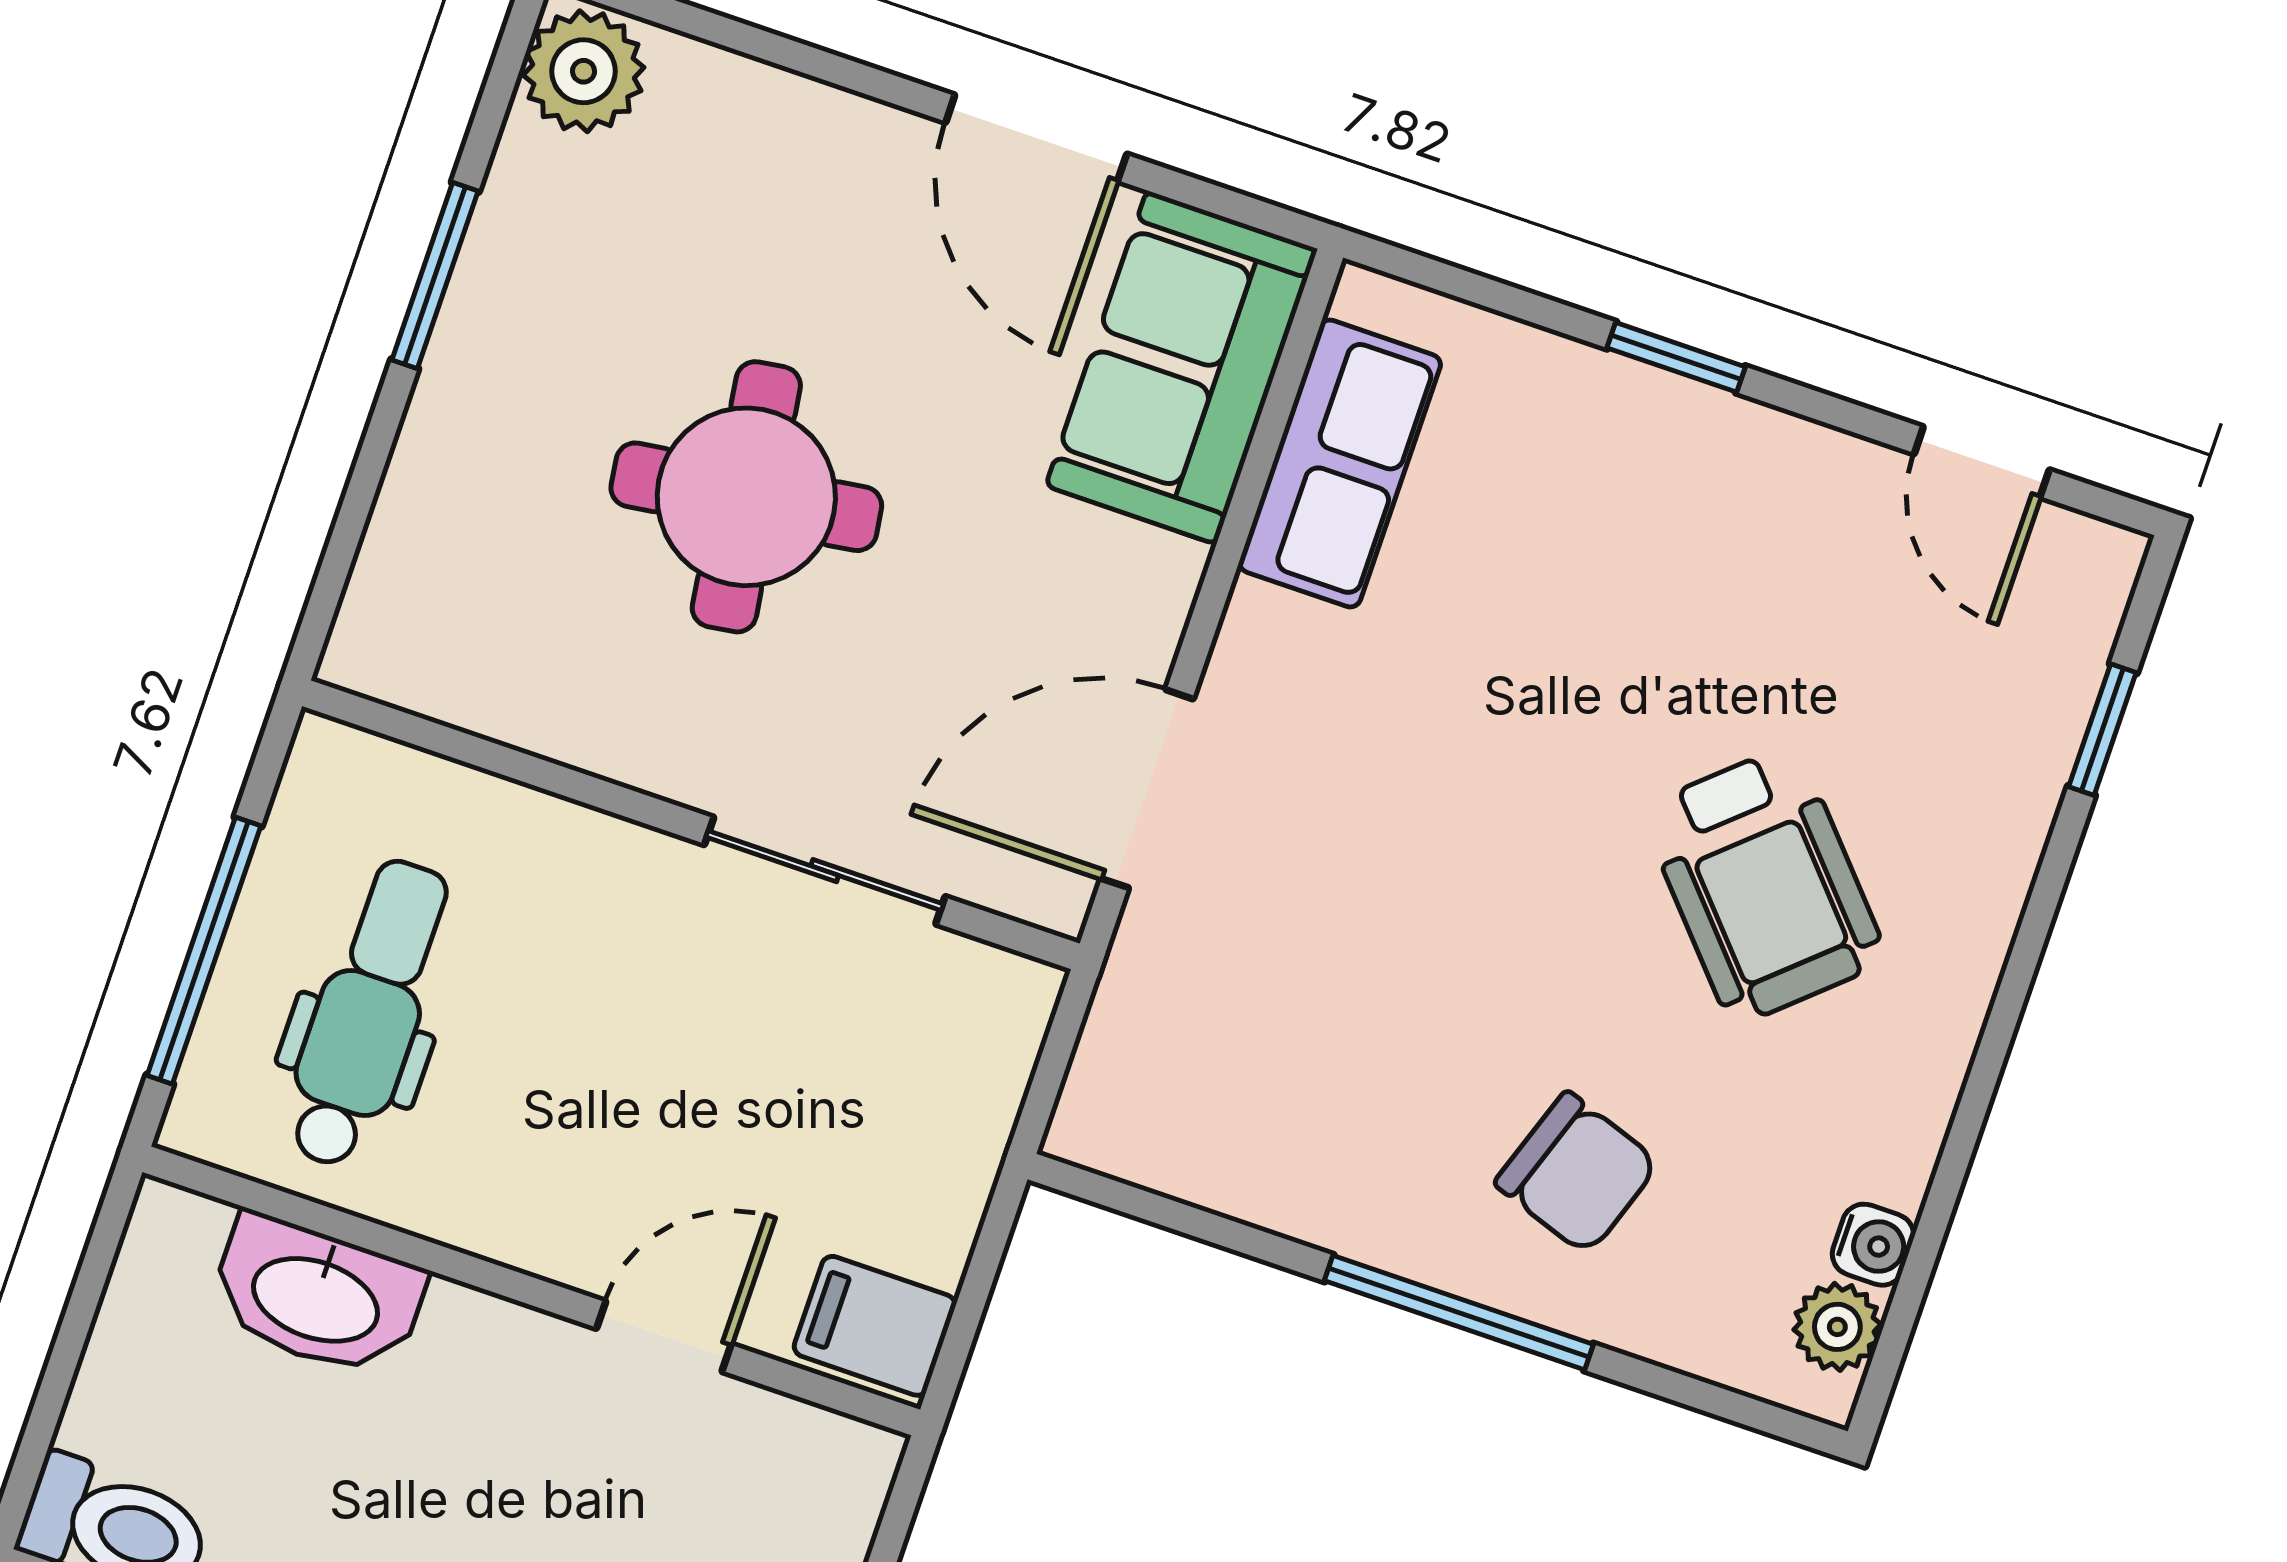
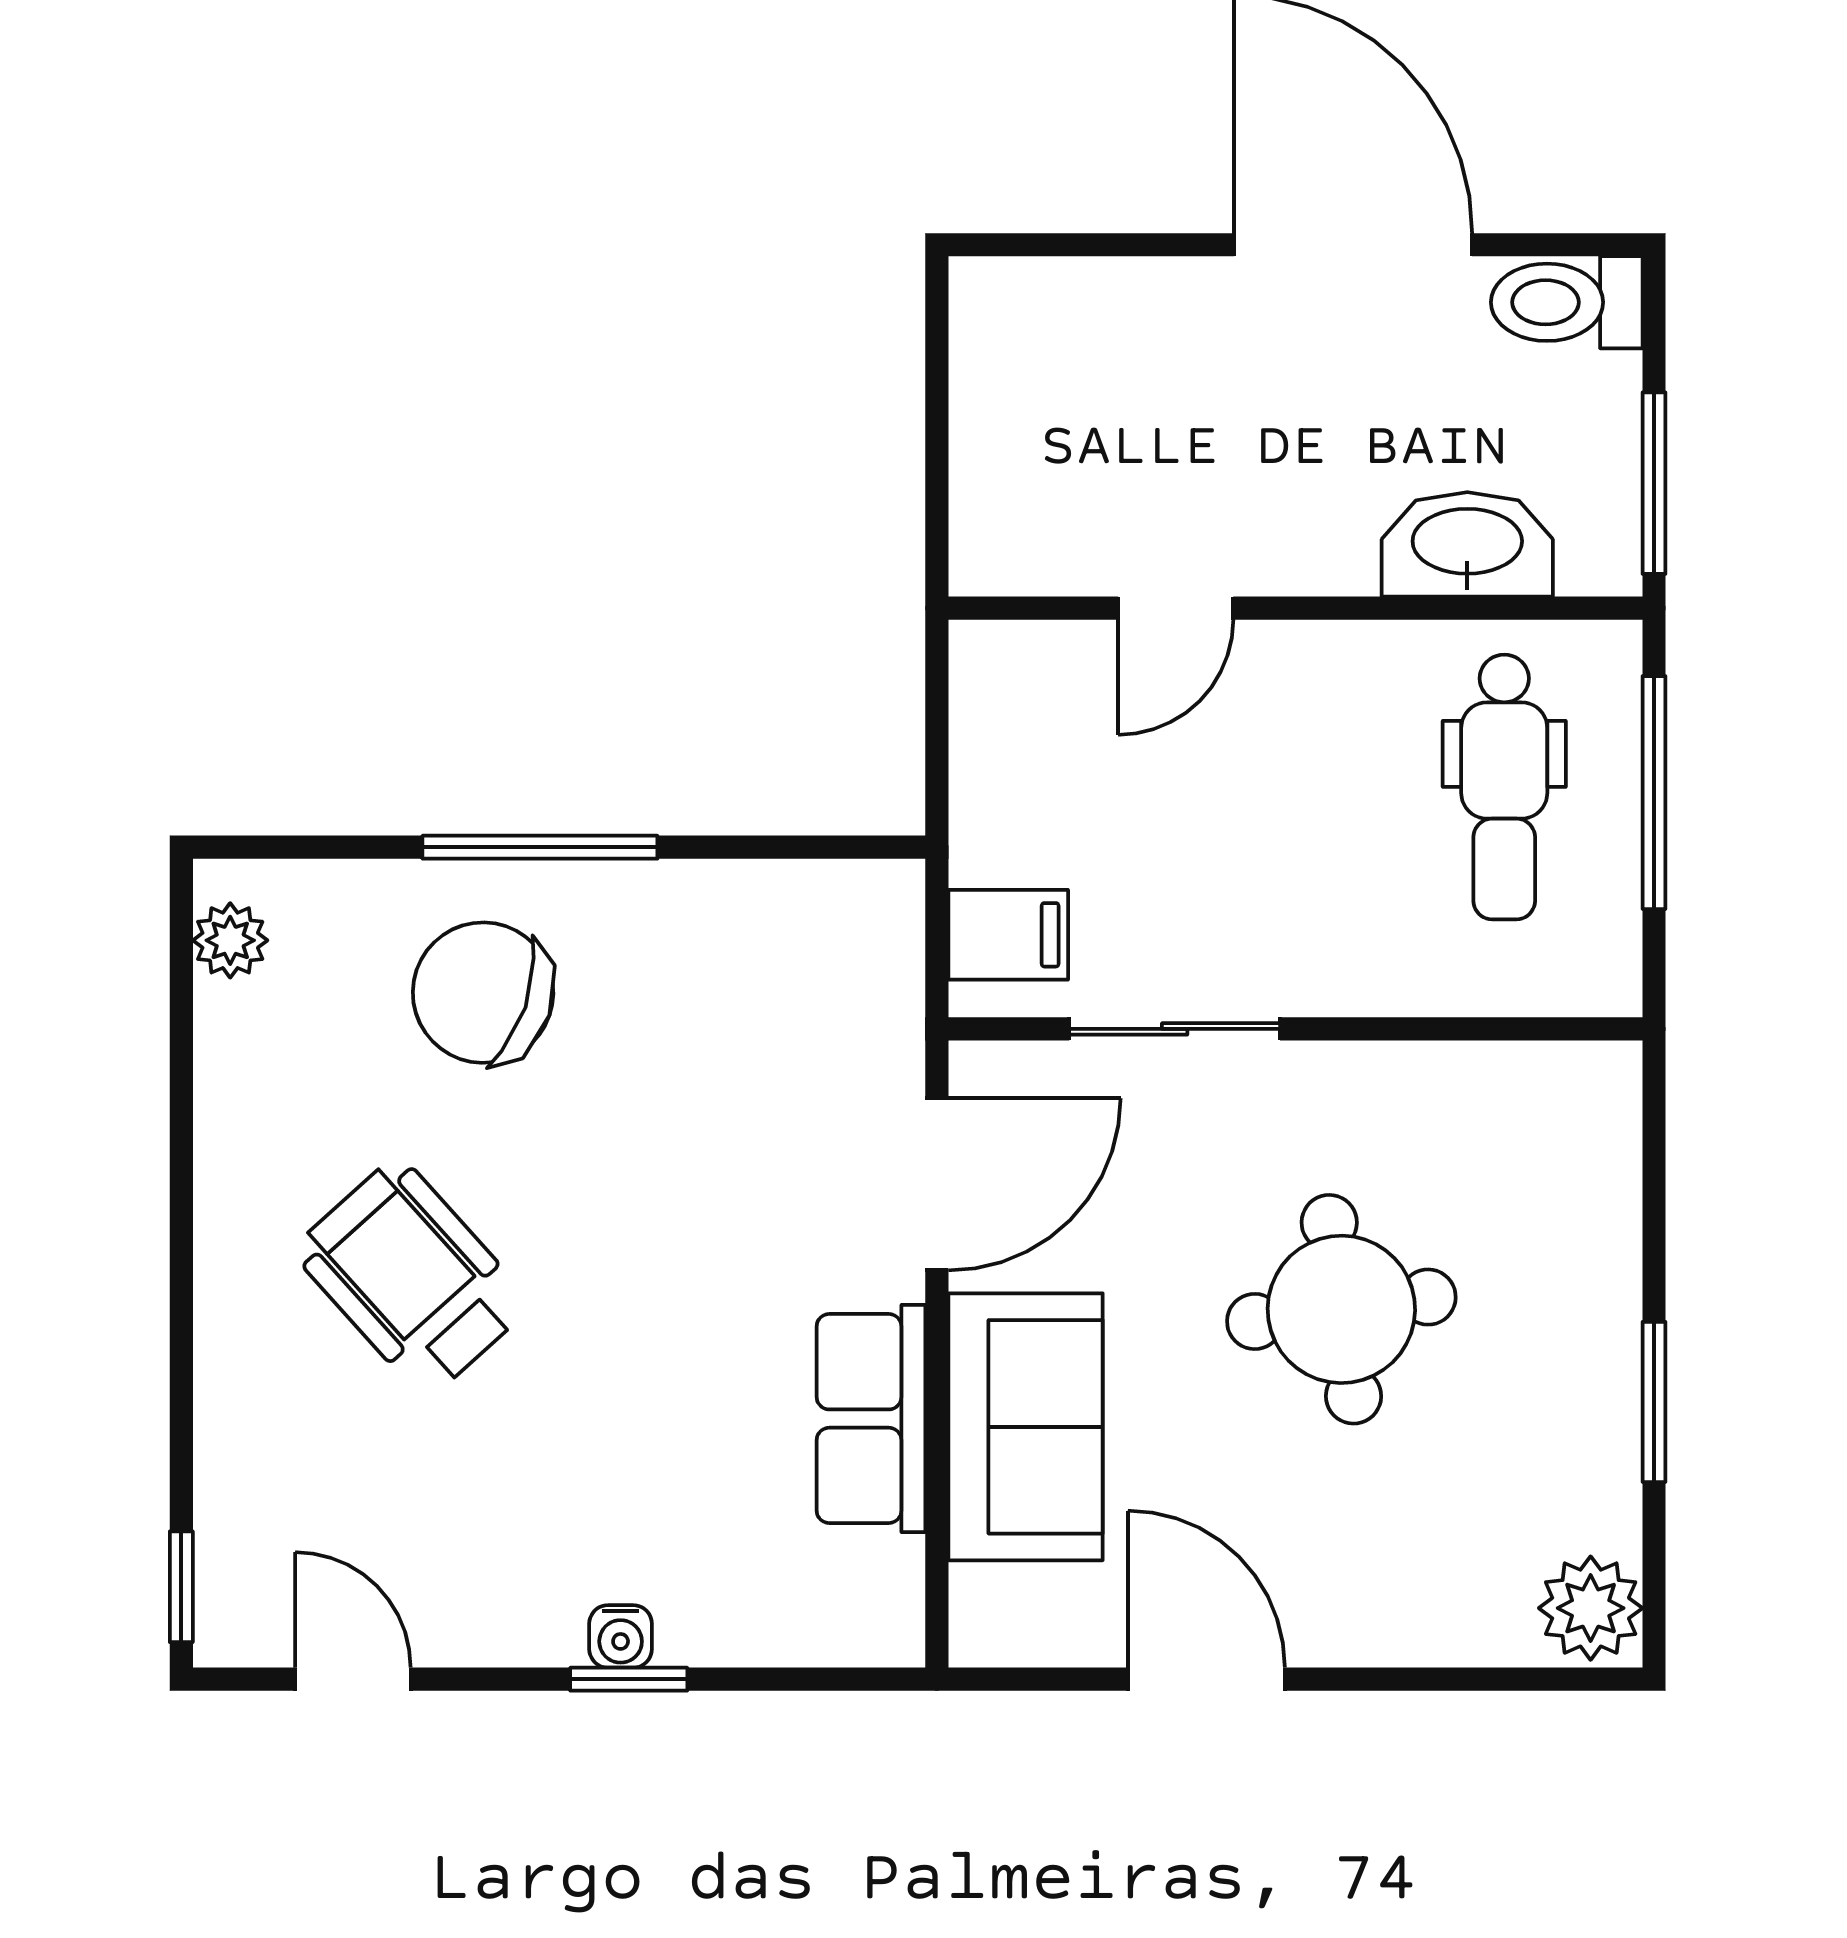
sofa: (1182, 367) -> (1025, 1427), moved
row of seats: (1340, 463) -> (871, 1419), moved
window: (2102, 730) -> (181, 1587), moved
chair: (1577, 1173) -> (483, 993), width x1.37, depth x1.37
water cooler: (1873, 1245) -> (621, 1636), moved, turned -90
window: (87, 1293) -> (1654, 483), added
filing cabinet: (875, 1326) -> (1008, 935), moved

